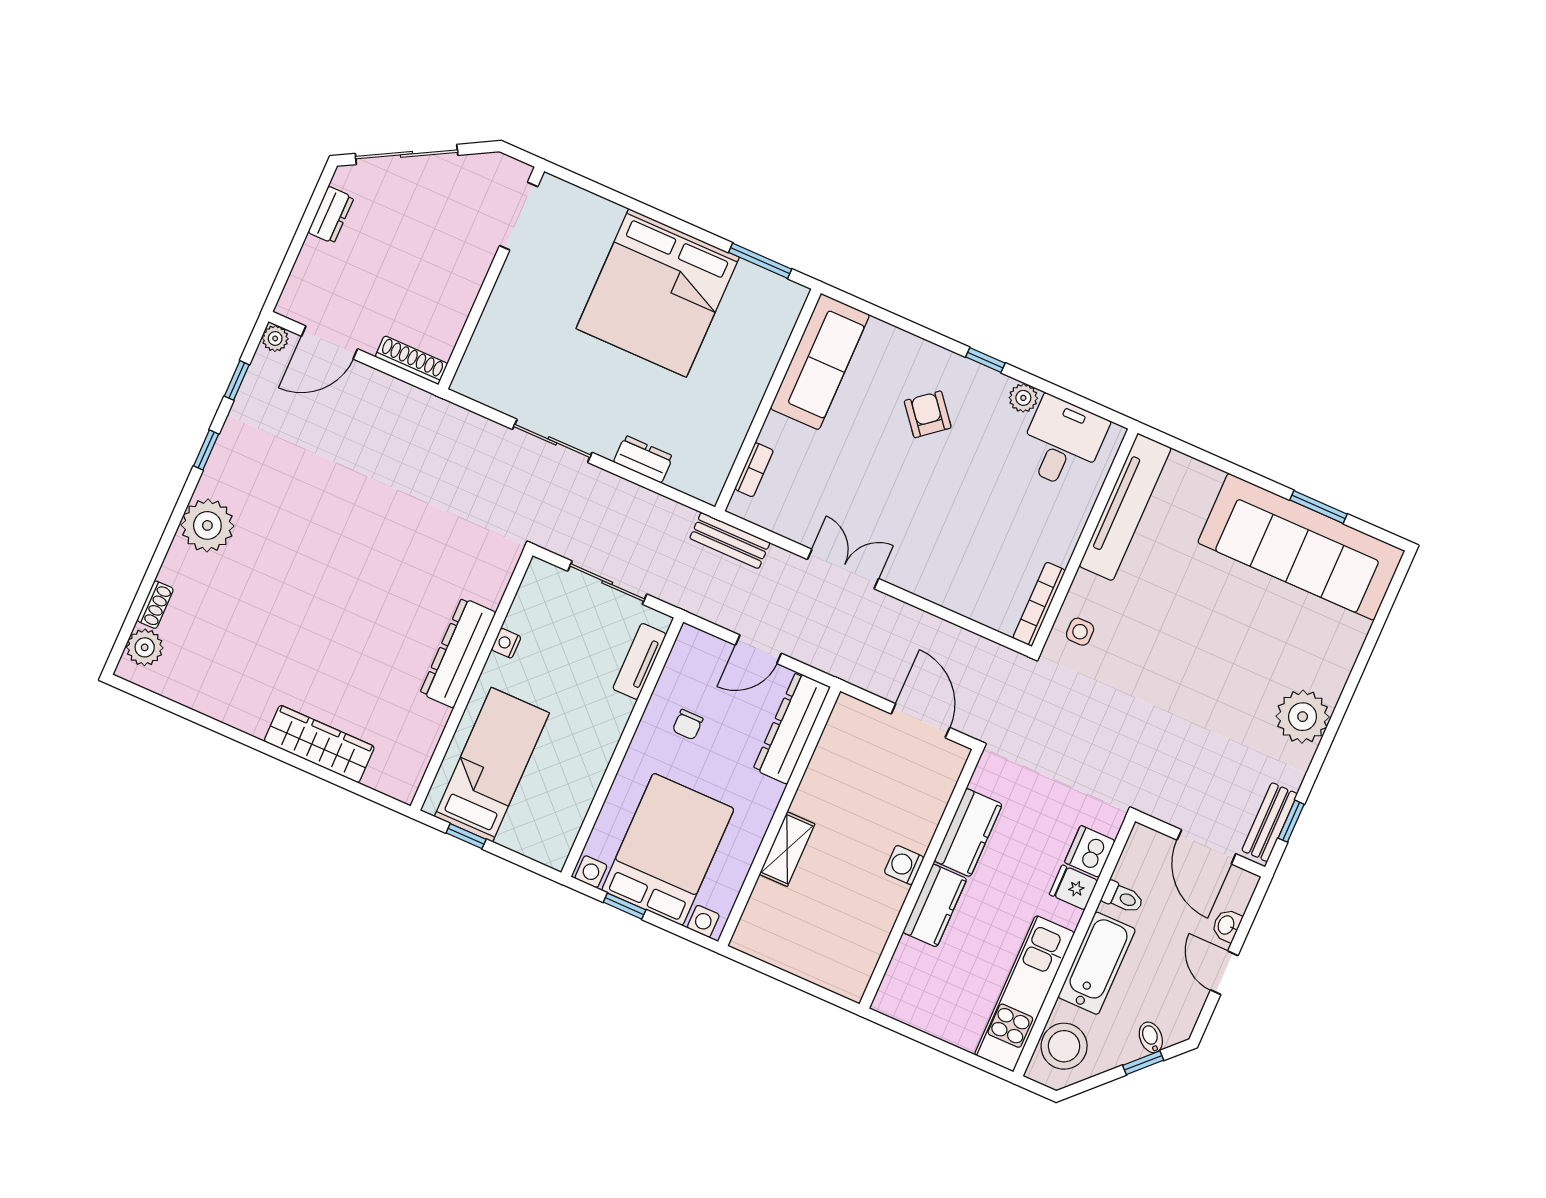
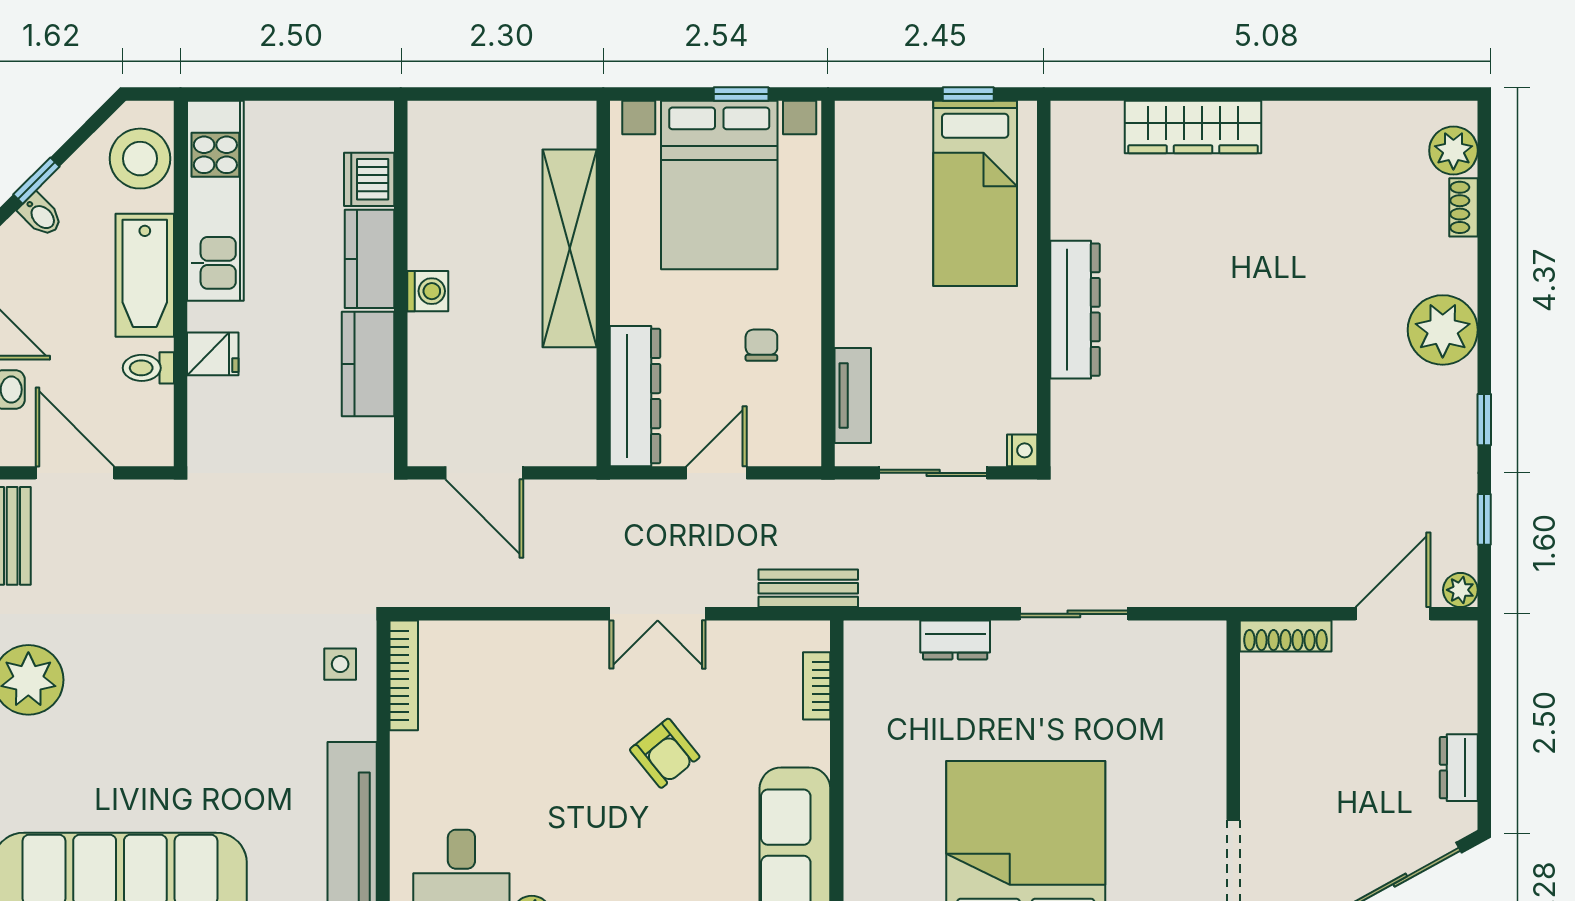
armchair: (928, 414) -> (665, 753), moved
nightstand: (506, 643) -> (1022, 450), moved
shelving: (787, 849) -> (570, 248), width x2.20, depth x1.33
dishwasher: (1090, 851) -> (369, 179), moved, turned 180

